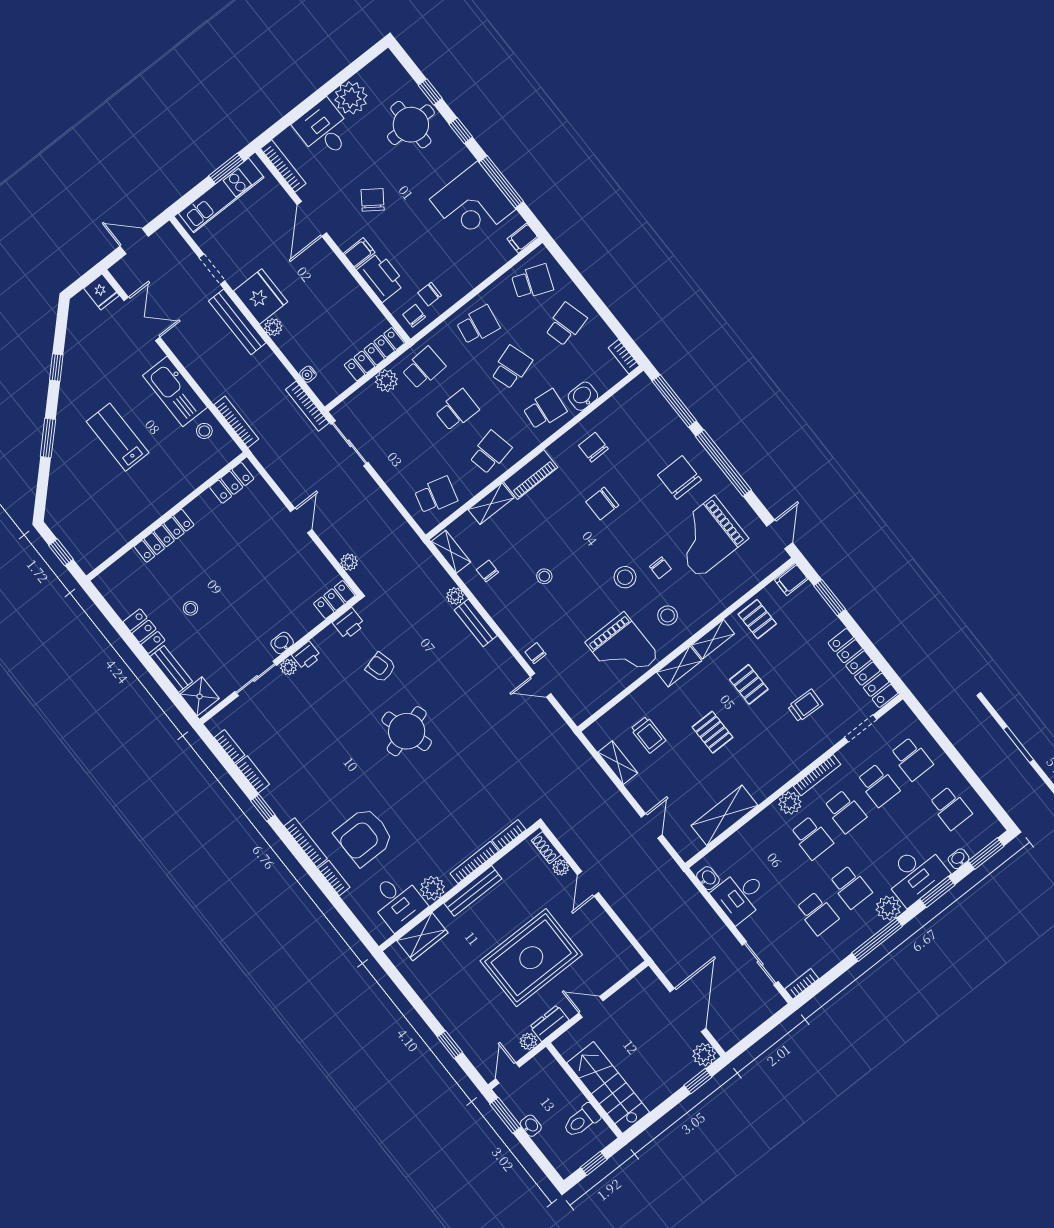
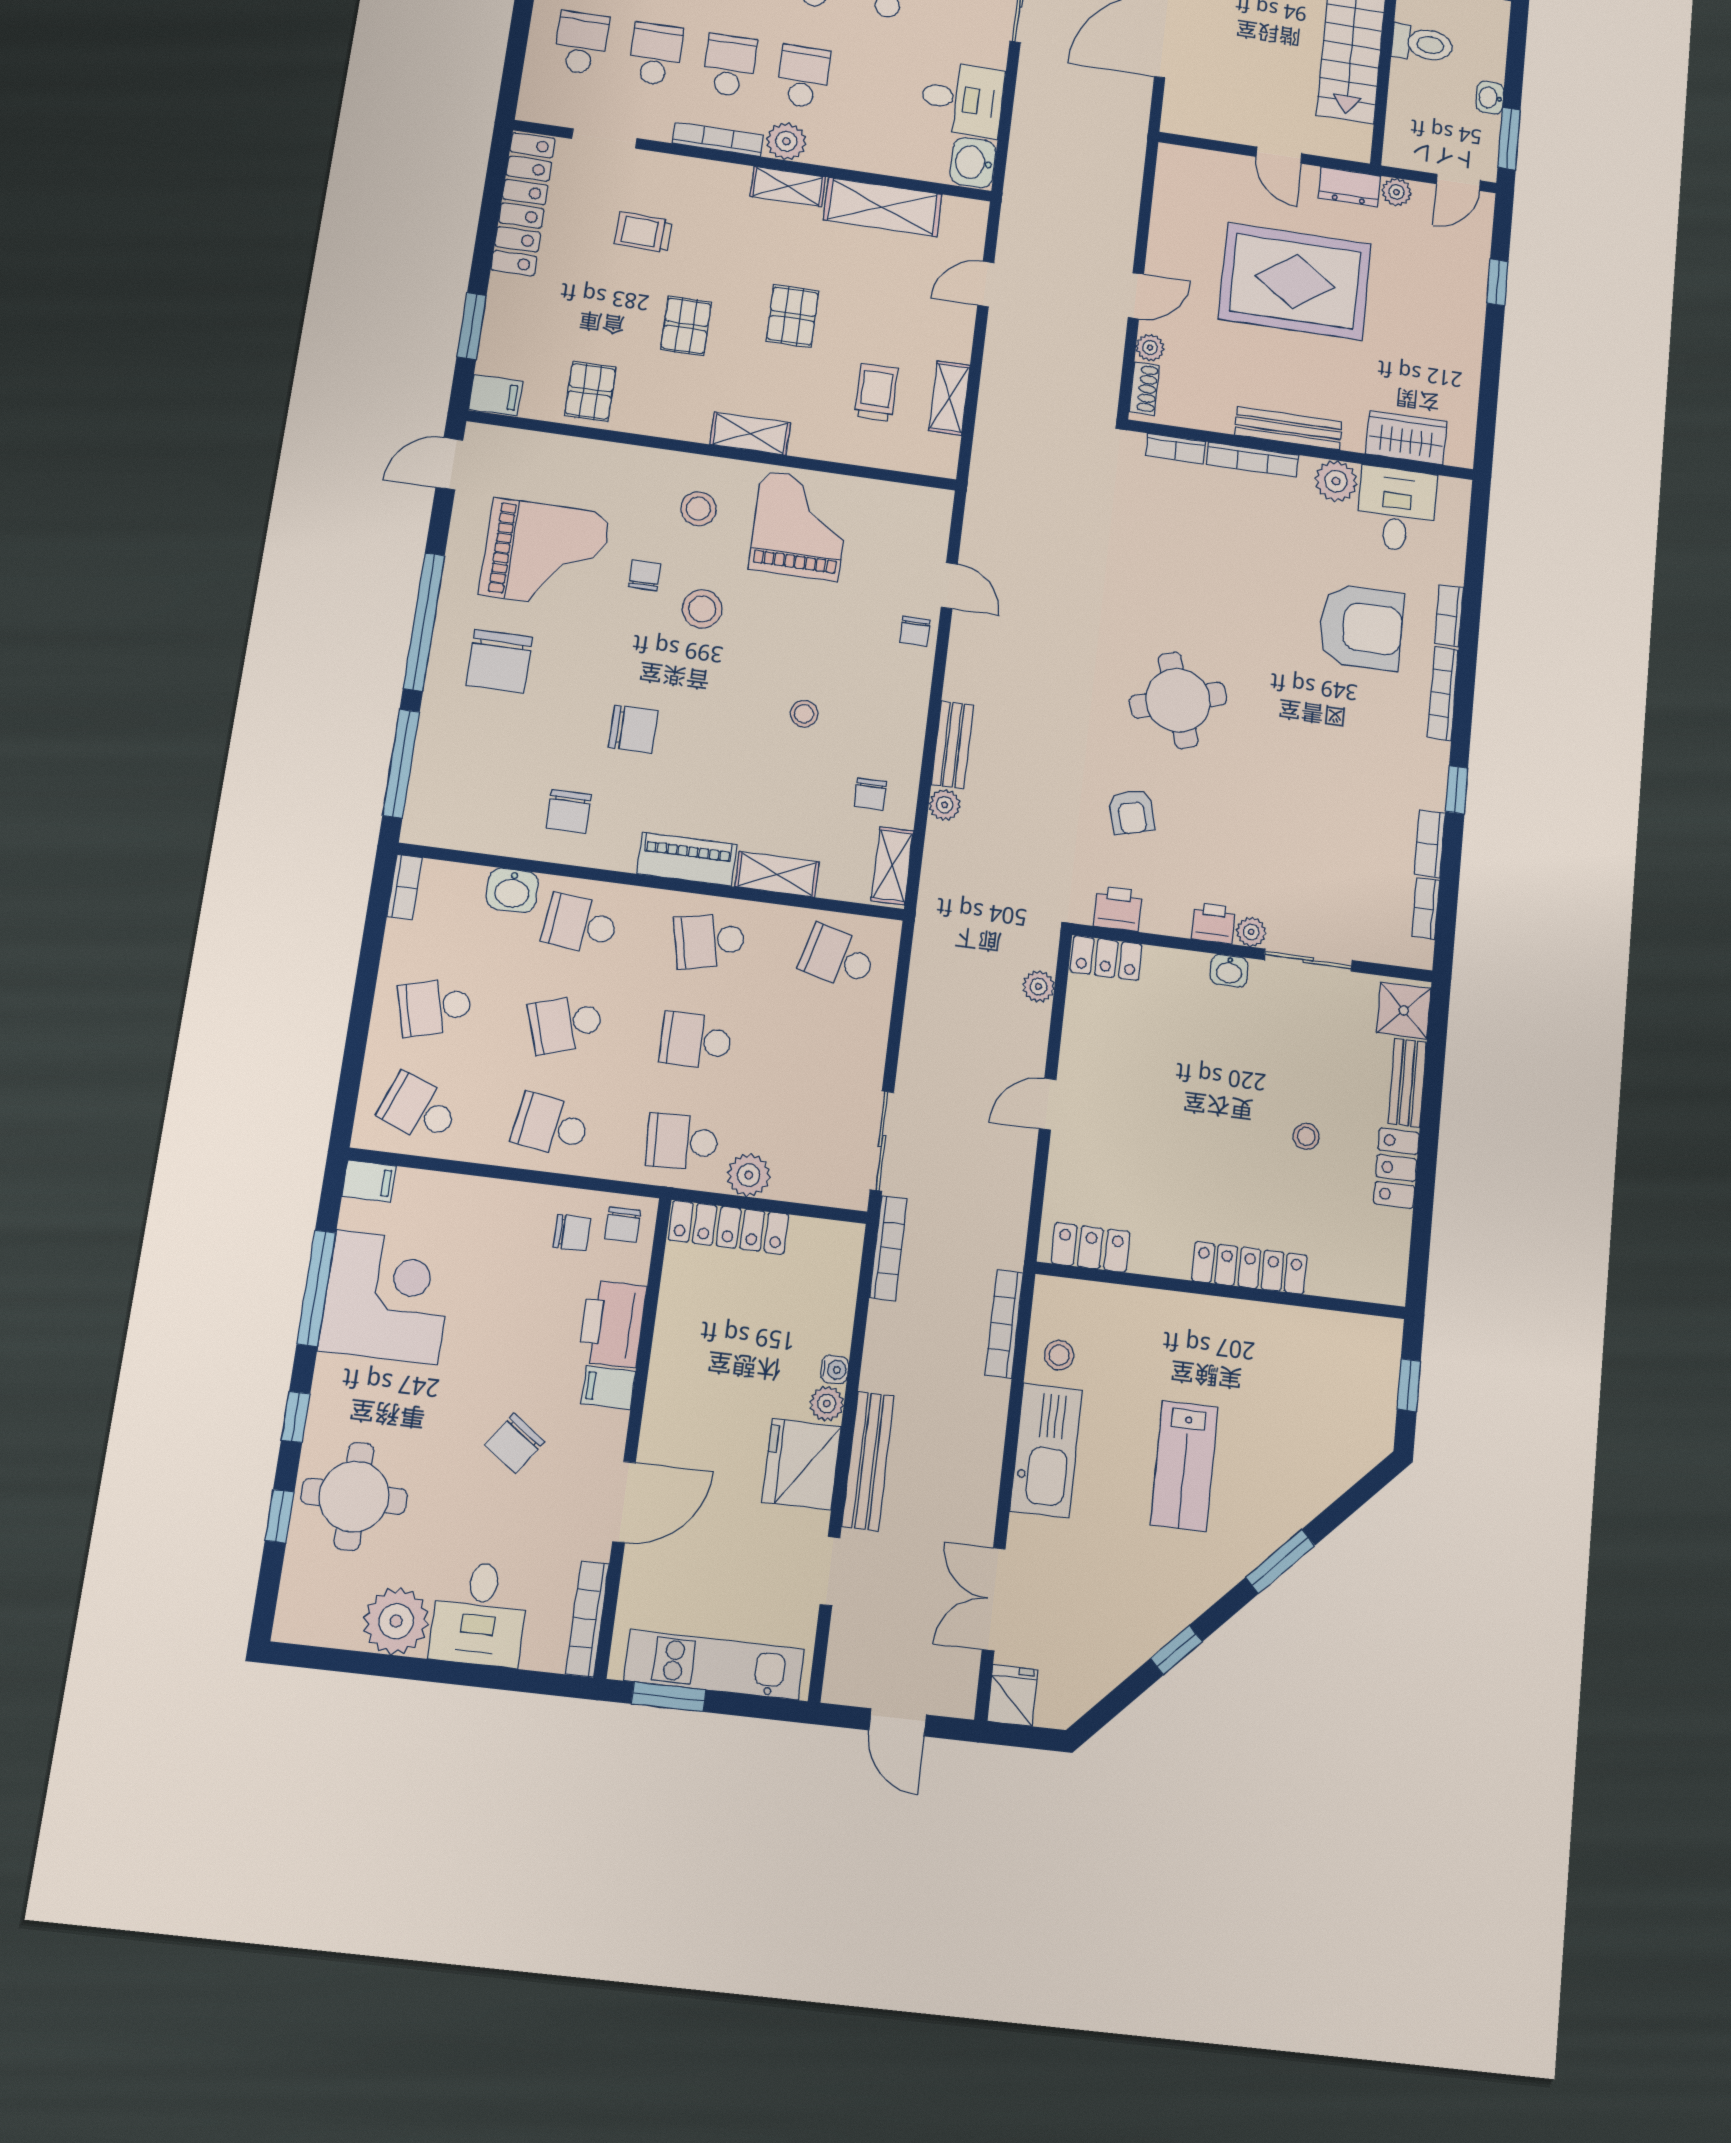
water cooler: (308, 374) -> (835, 1370), moved
shelving: (713, 639) -> (788, 187), moved
washbasin: (708, 878) -> (973, 163), width x1.38, depth x1.45

